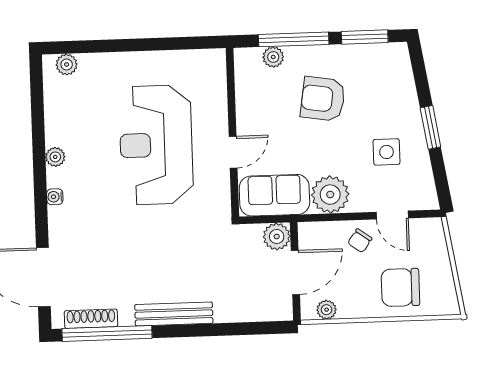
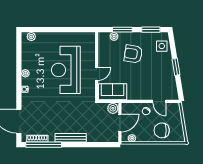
window: (294, 39) -> (122, 30), width x0.69
side table: (387, 152) -> (162, 46), moved
plant: (330, 195) -> (135, 92), removed

